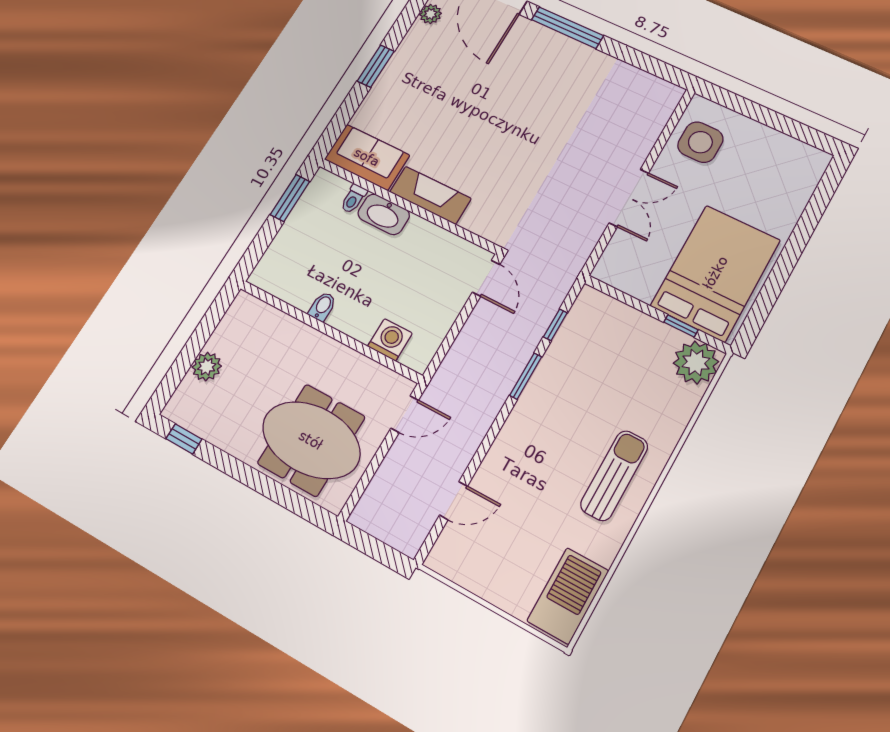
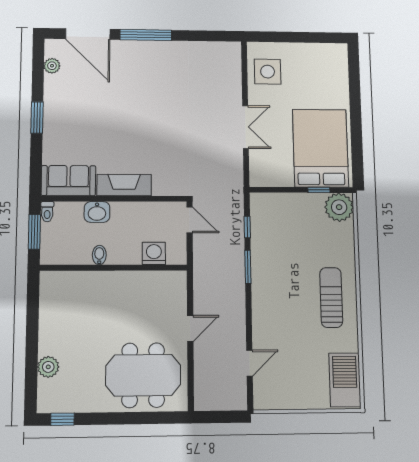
toilet: (353, 199) -> (47, 212), moved
washbasin: (384, 214) -> (97, 212), width x0.72
bidet: (322, 306) -> (99, 255), moved
wall: (330, 331) -> (114, 268), moved
washing machine: (390, 340) -> (154, 253), moved

